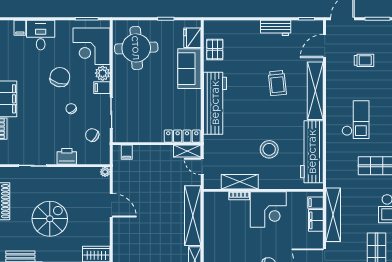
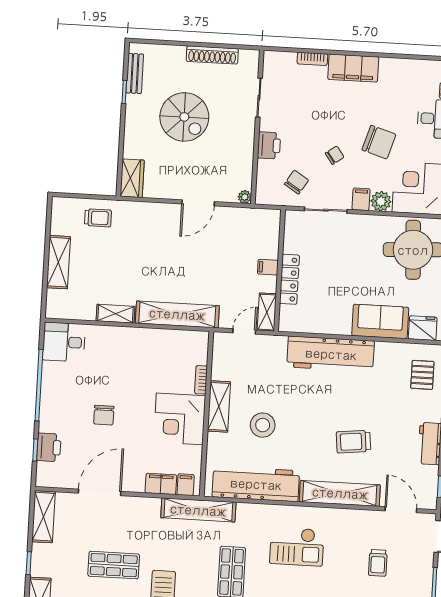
pallet: (215, 49) -> (422, 375), moved, turned 90
locker: (182, 136) -> (289, 279), moved
filing cabinet: (127, 152) -> (268, 267), moved
shelving: (240, 182) -> (219, 406), moved
shelving: (333, 215) -> (198, 510), moved

